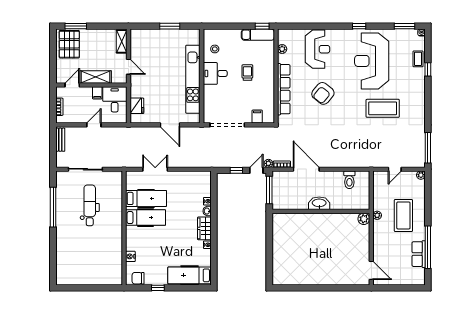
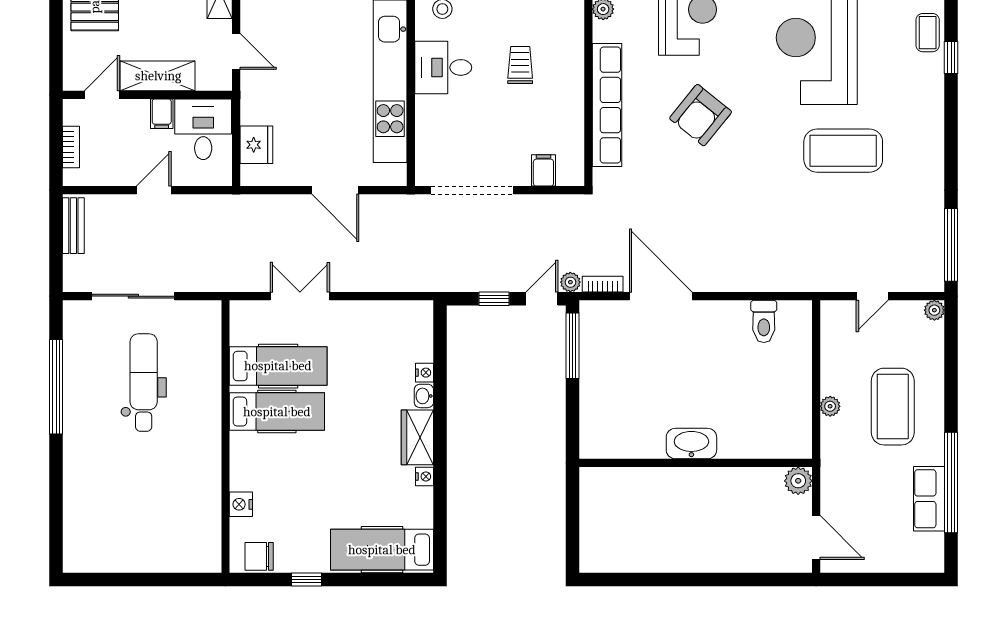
washbasin: (319, 203) -> (691, 444), moved
wall: (321, 211) -> (696, 463), moved
plant: (364, 219) -> (798, 481), moved

